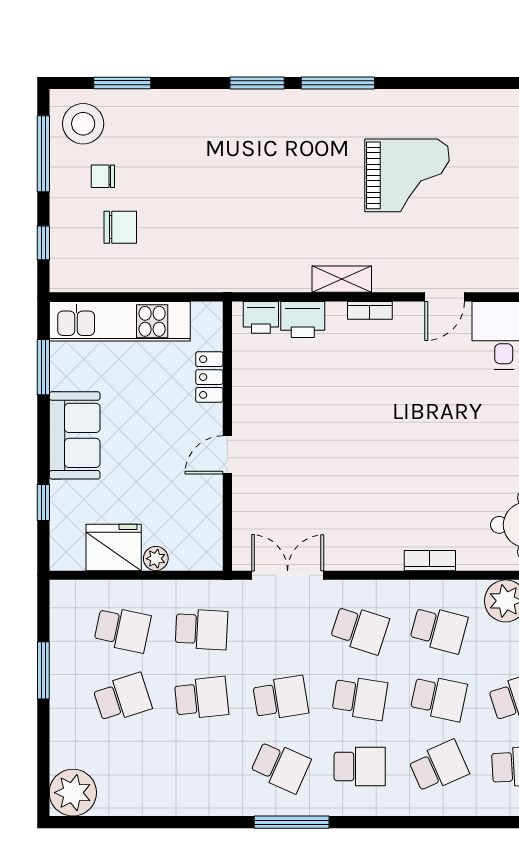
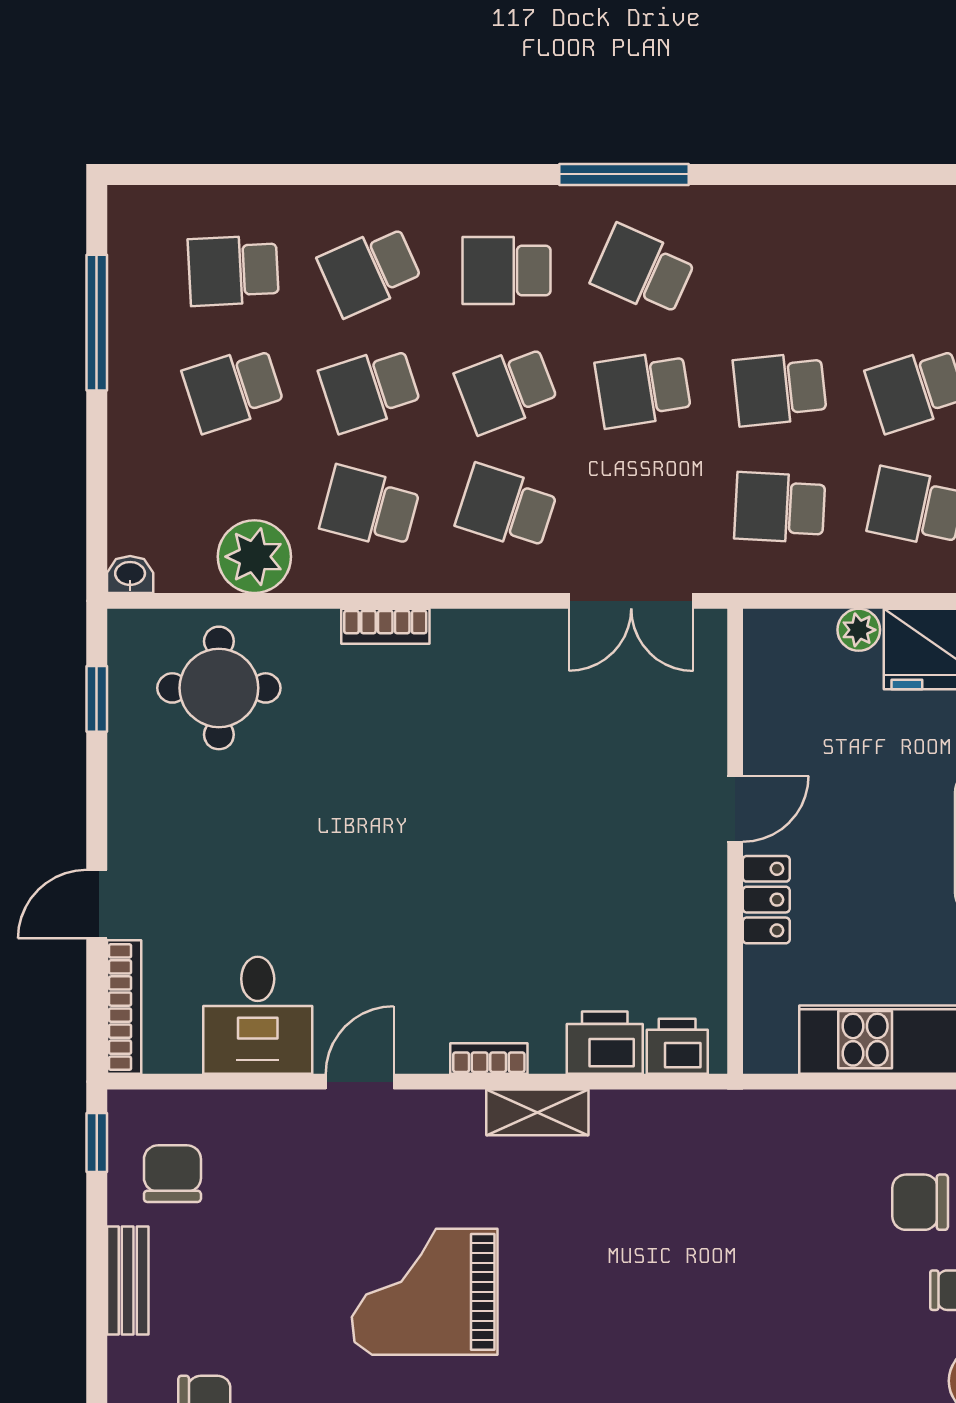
locker: (209, 377) -> (766, 900), moved
school desk: (360, 698) -> (507, 389), turned -30
school desk: (439, 698) -> (370, 389), turned -30

